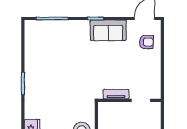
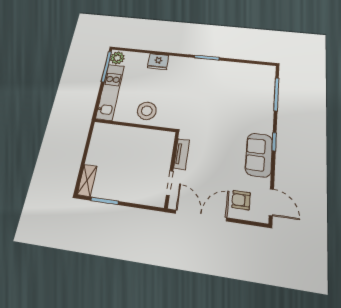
armchair: (146, 42) -> (241, 200), turned 90
double door: (162, 72) -> (201, 216), added

